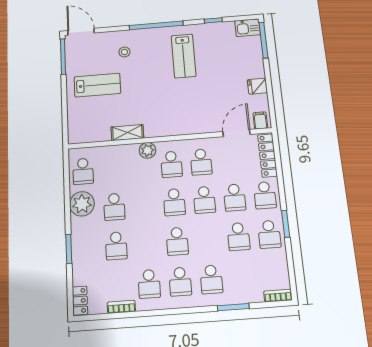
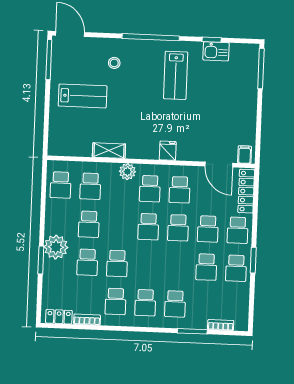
kitchen sink: (248, 28) -> (216, 51), moved
fridge: (257, 86) -> (168, 151), moved, turned 90
door: (236, 133) -> (219, 165), swing flipped
school desk: (112, 169) -> (90, 186), added
plant: (82, 204) -> (56, 247), moved
school desk: (177, 241) -> (117, 263), moved
bookcase: (278, 296) -> (221, 325), moved
locker: (80, 301) -> (59, 317), moved, turned -90

